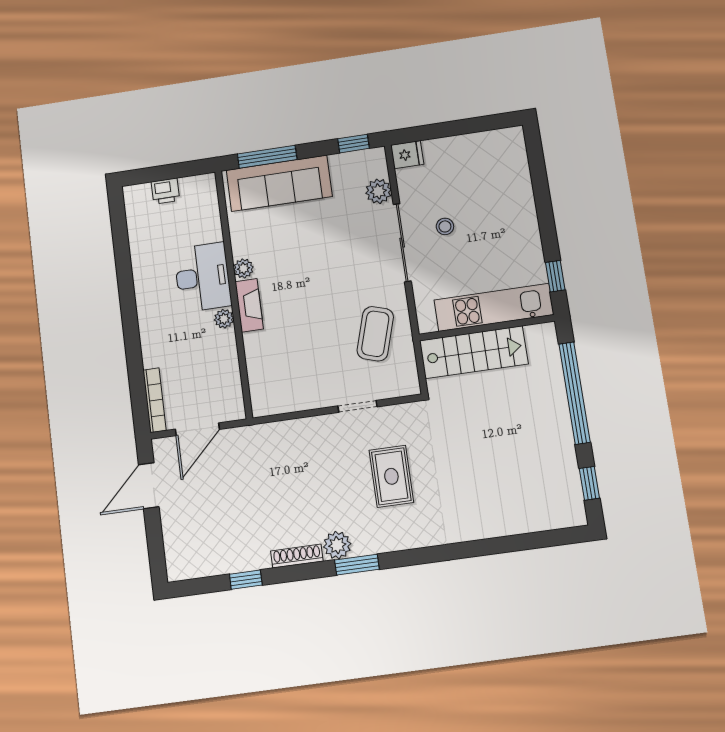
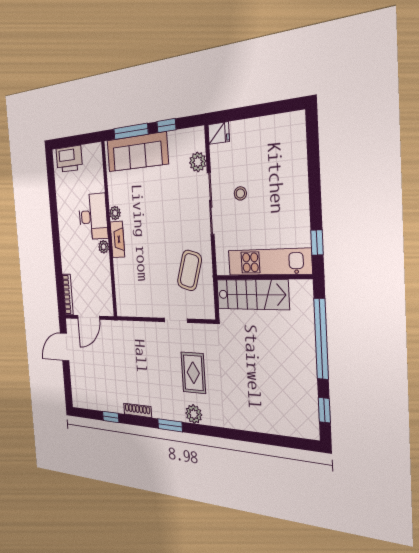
window: (353, 144) -> (166, 126), moved
printer: (165, 191) -> (69, 159), width x1.87, depth x1.48
plant: (337, 545) -> (194, 414), moved

